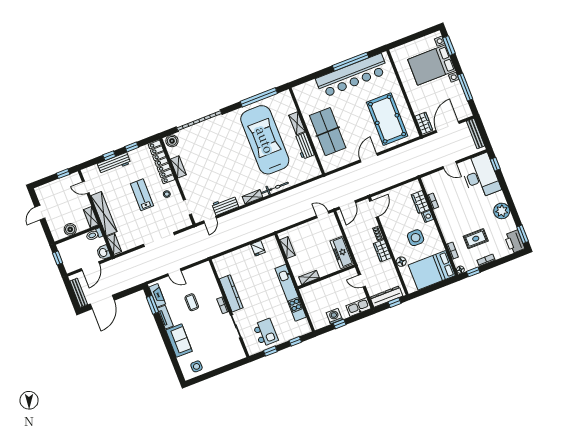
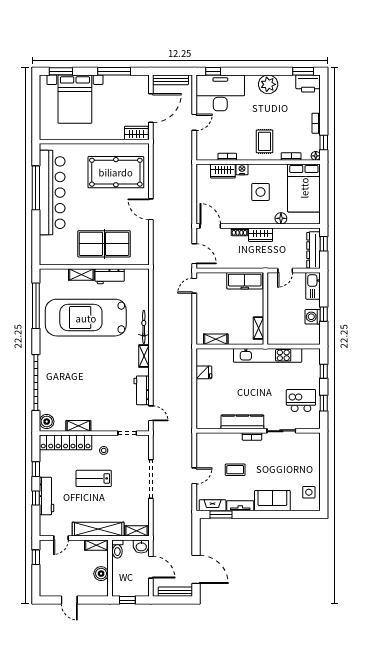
door: (448, 127) -> (151, 108), swing flipped
rug: (476, 239) -> (265, 141), moved

